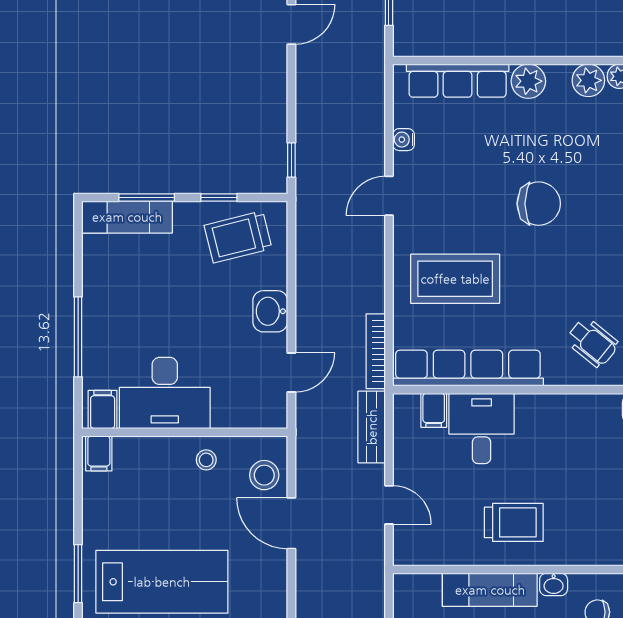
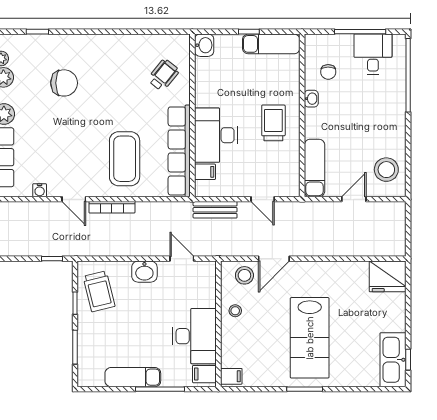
chair: (539, 204) -> (64, 83), moved, turned 90
exam couch: (127, 217) -> (133, 377), moved, turned -90
bookcase: (376, 351) -> (112, 207), moved
desk: (482, 428) -> (216, 135), width x1.37
door: (389, 505) -> (263, 199), swing flipped
lab bench: (162, 582) -> (310, 338), turned 180
exam couch: (490, 590) -> (314, 168), moved

